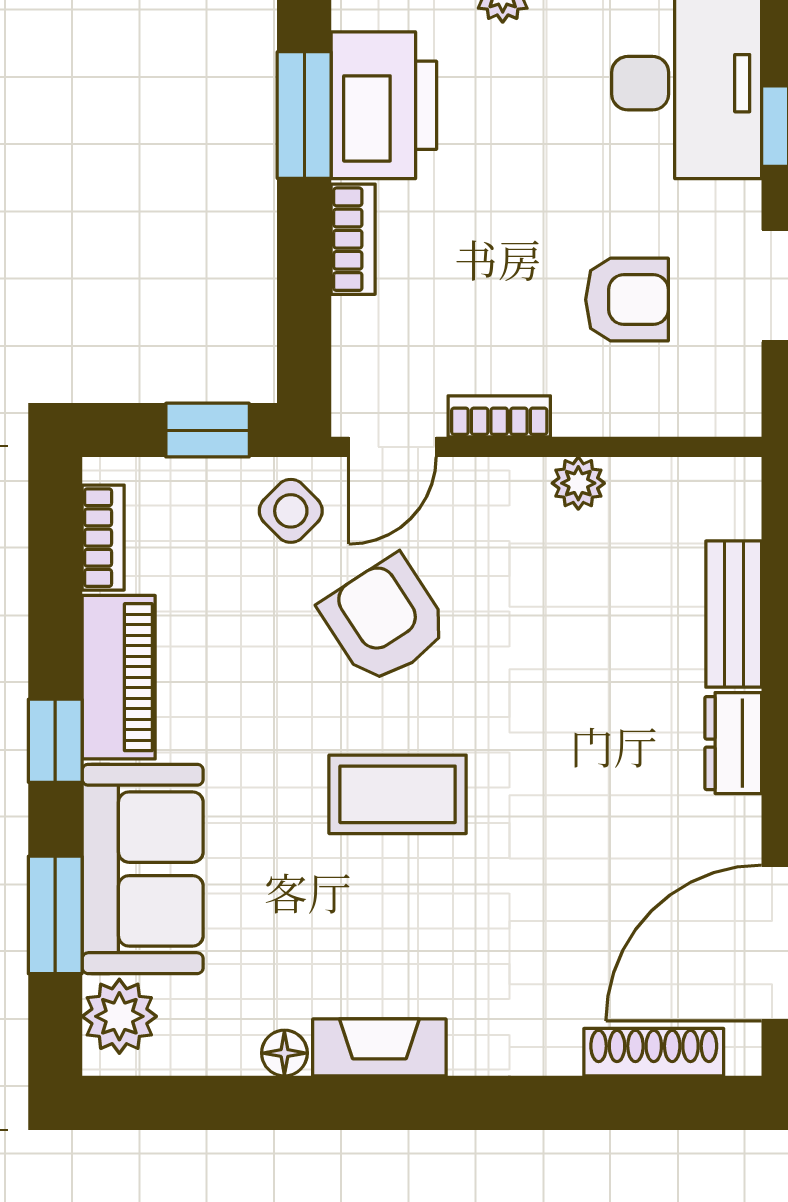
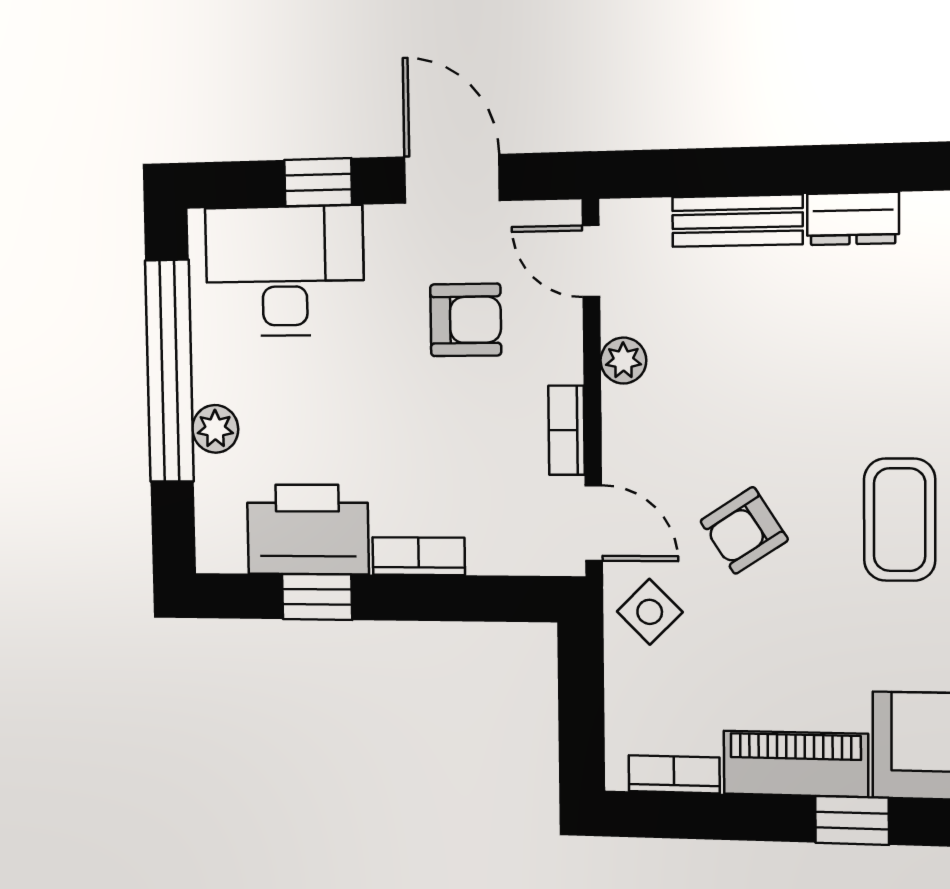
window: (304, 115) -> (317, 597), width x0.67
armchair: (627, 300) -> (466, 320), turned 90
window: (208, 430) -> (581, 683), removed
door: (692, 447) -> (591, 261), added
armchair: (385, 620) -> (744, 530), width x0.72, depth x0.72

